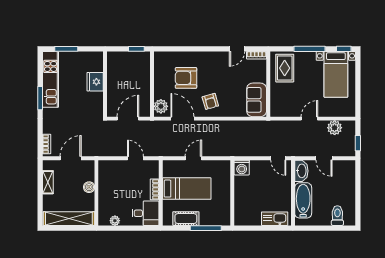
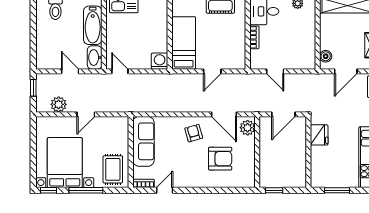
window: (66, 49) -> (337, 190), moved
bed with nightstands: (336, 74) -> (65, 163), width x1.36
fridge: (95, 82) -> (319, 135), moved
sofa: (257, 100) -> (143, 141), width x1.36
boiler: (89, 187) -> (326, 56), moved
bed: (187, 189) -> (184, 43), moved, turned 90

